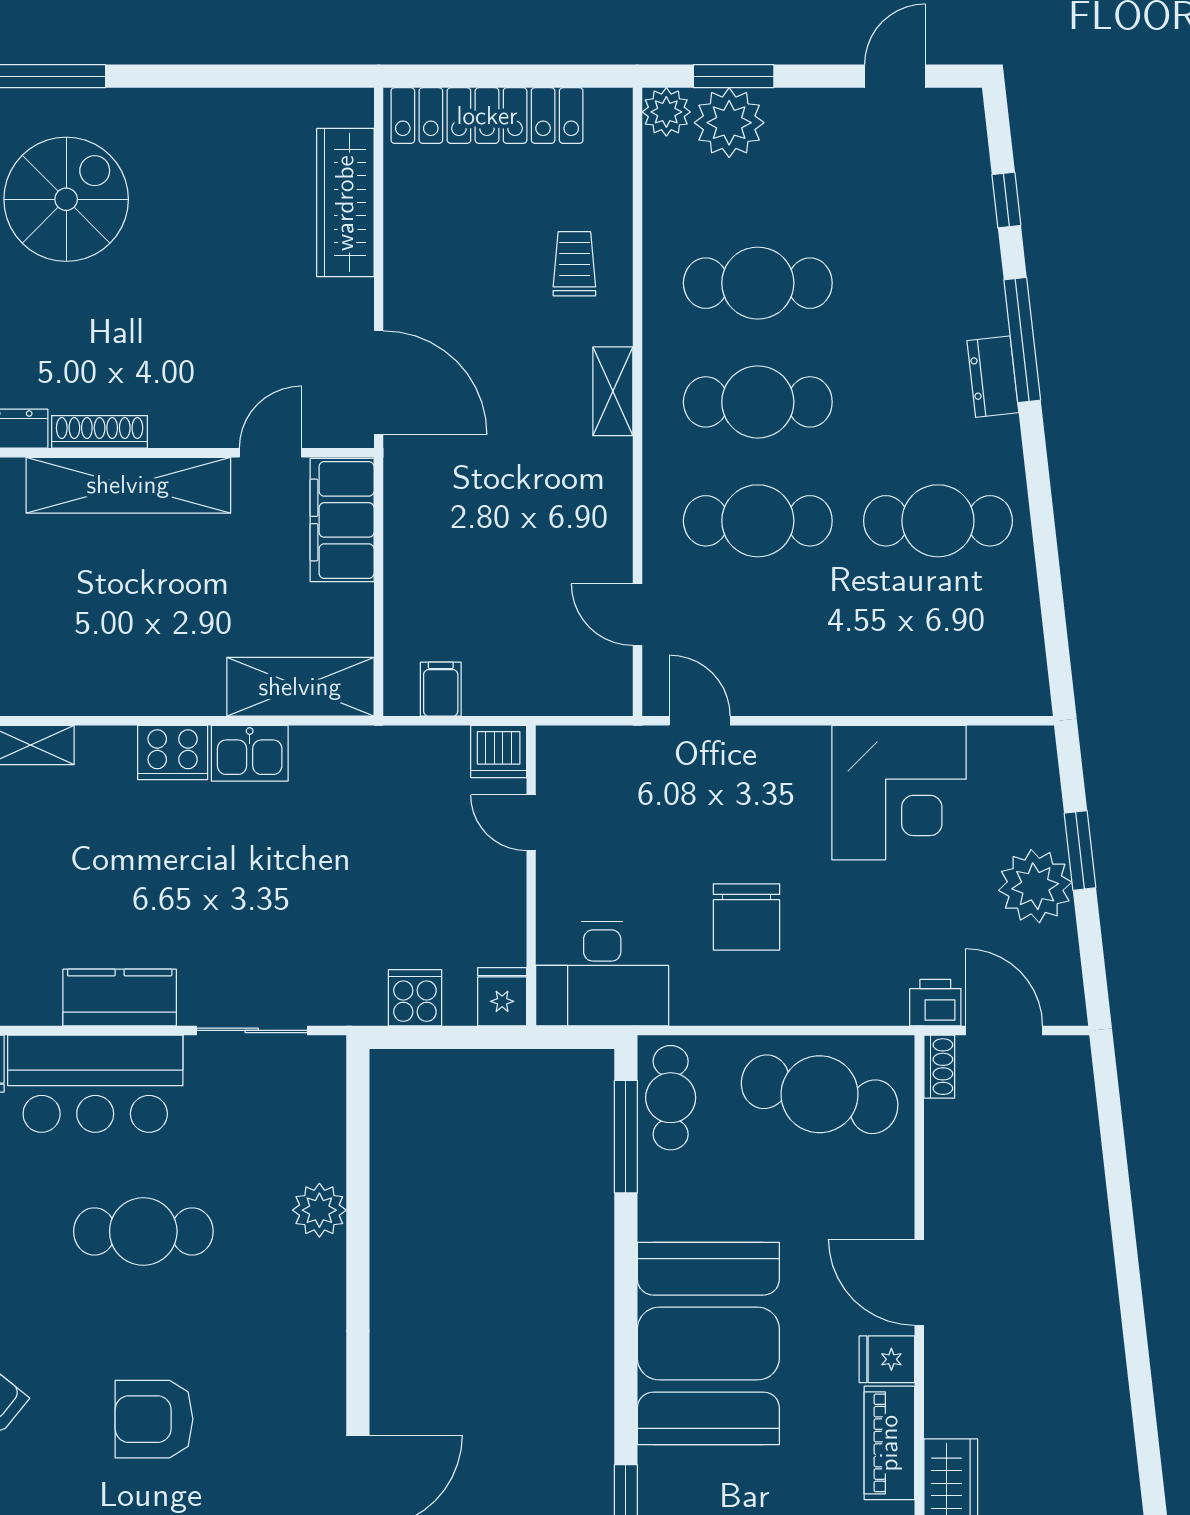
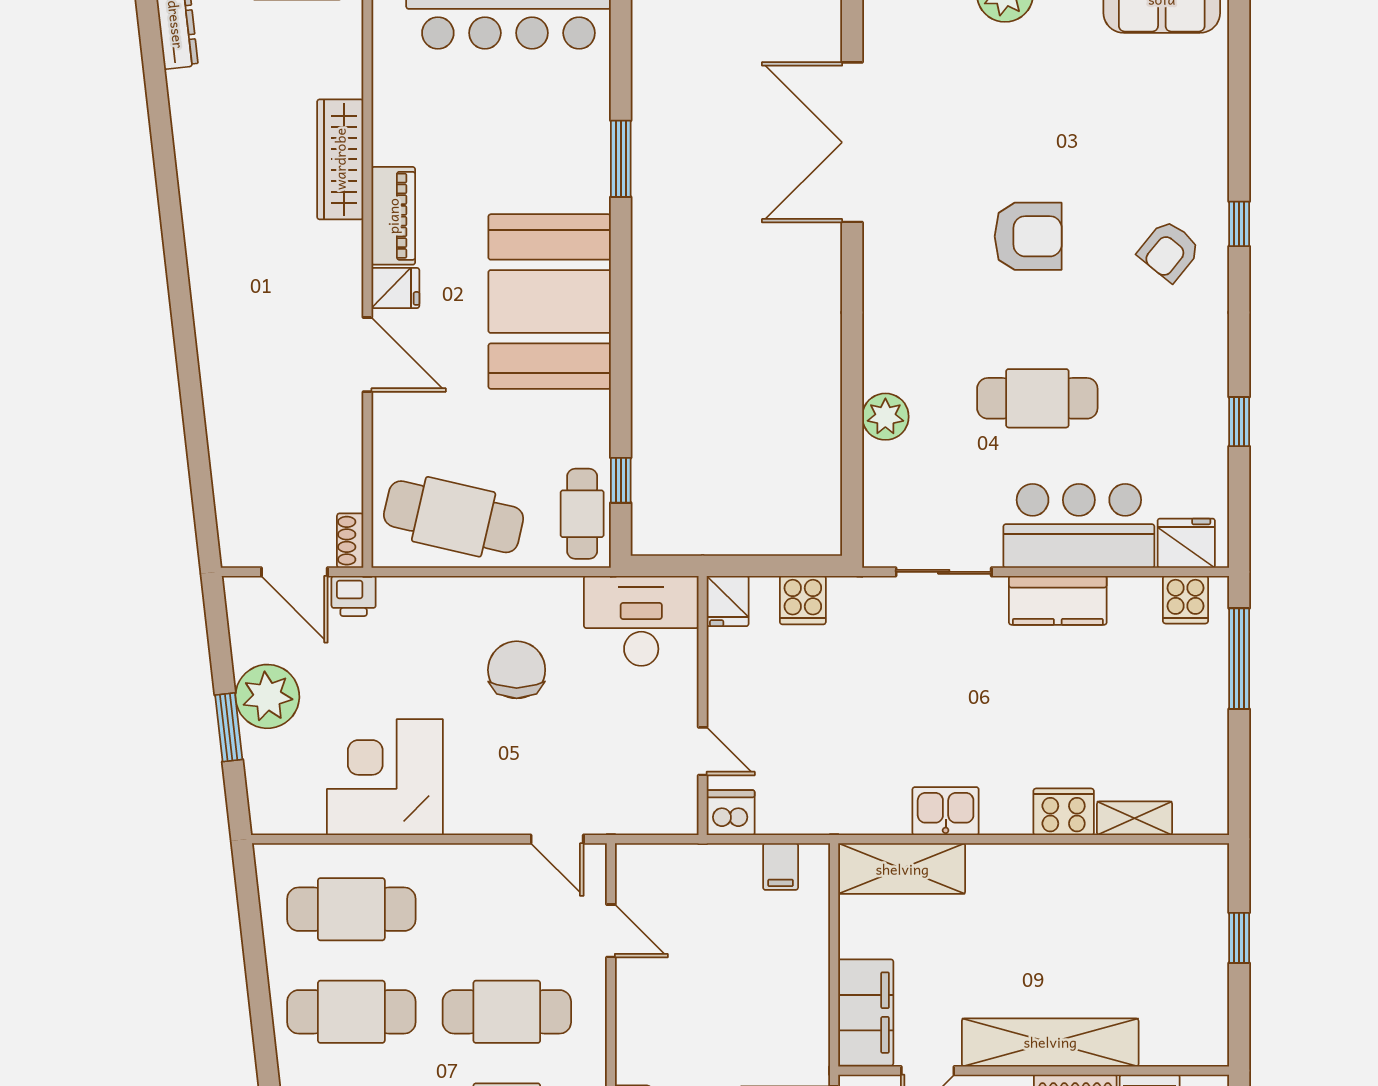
cafe table: (938, 640) -> (351, 909), added
cooker: (173, 752) -> (1064, 812), moved
window: (626, 1137) -> (621, 480), width x0.46

